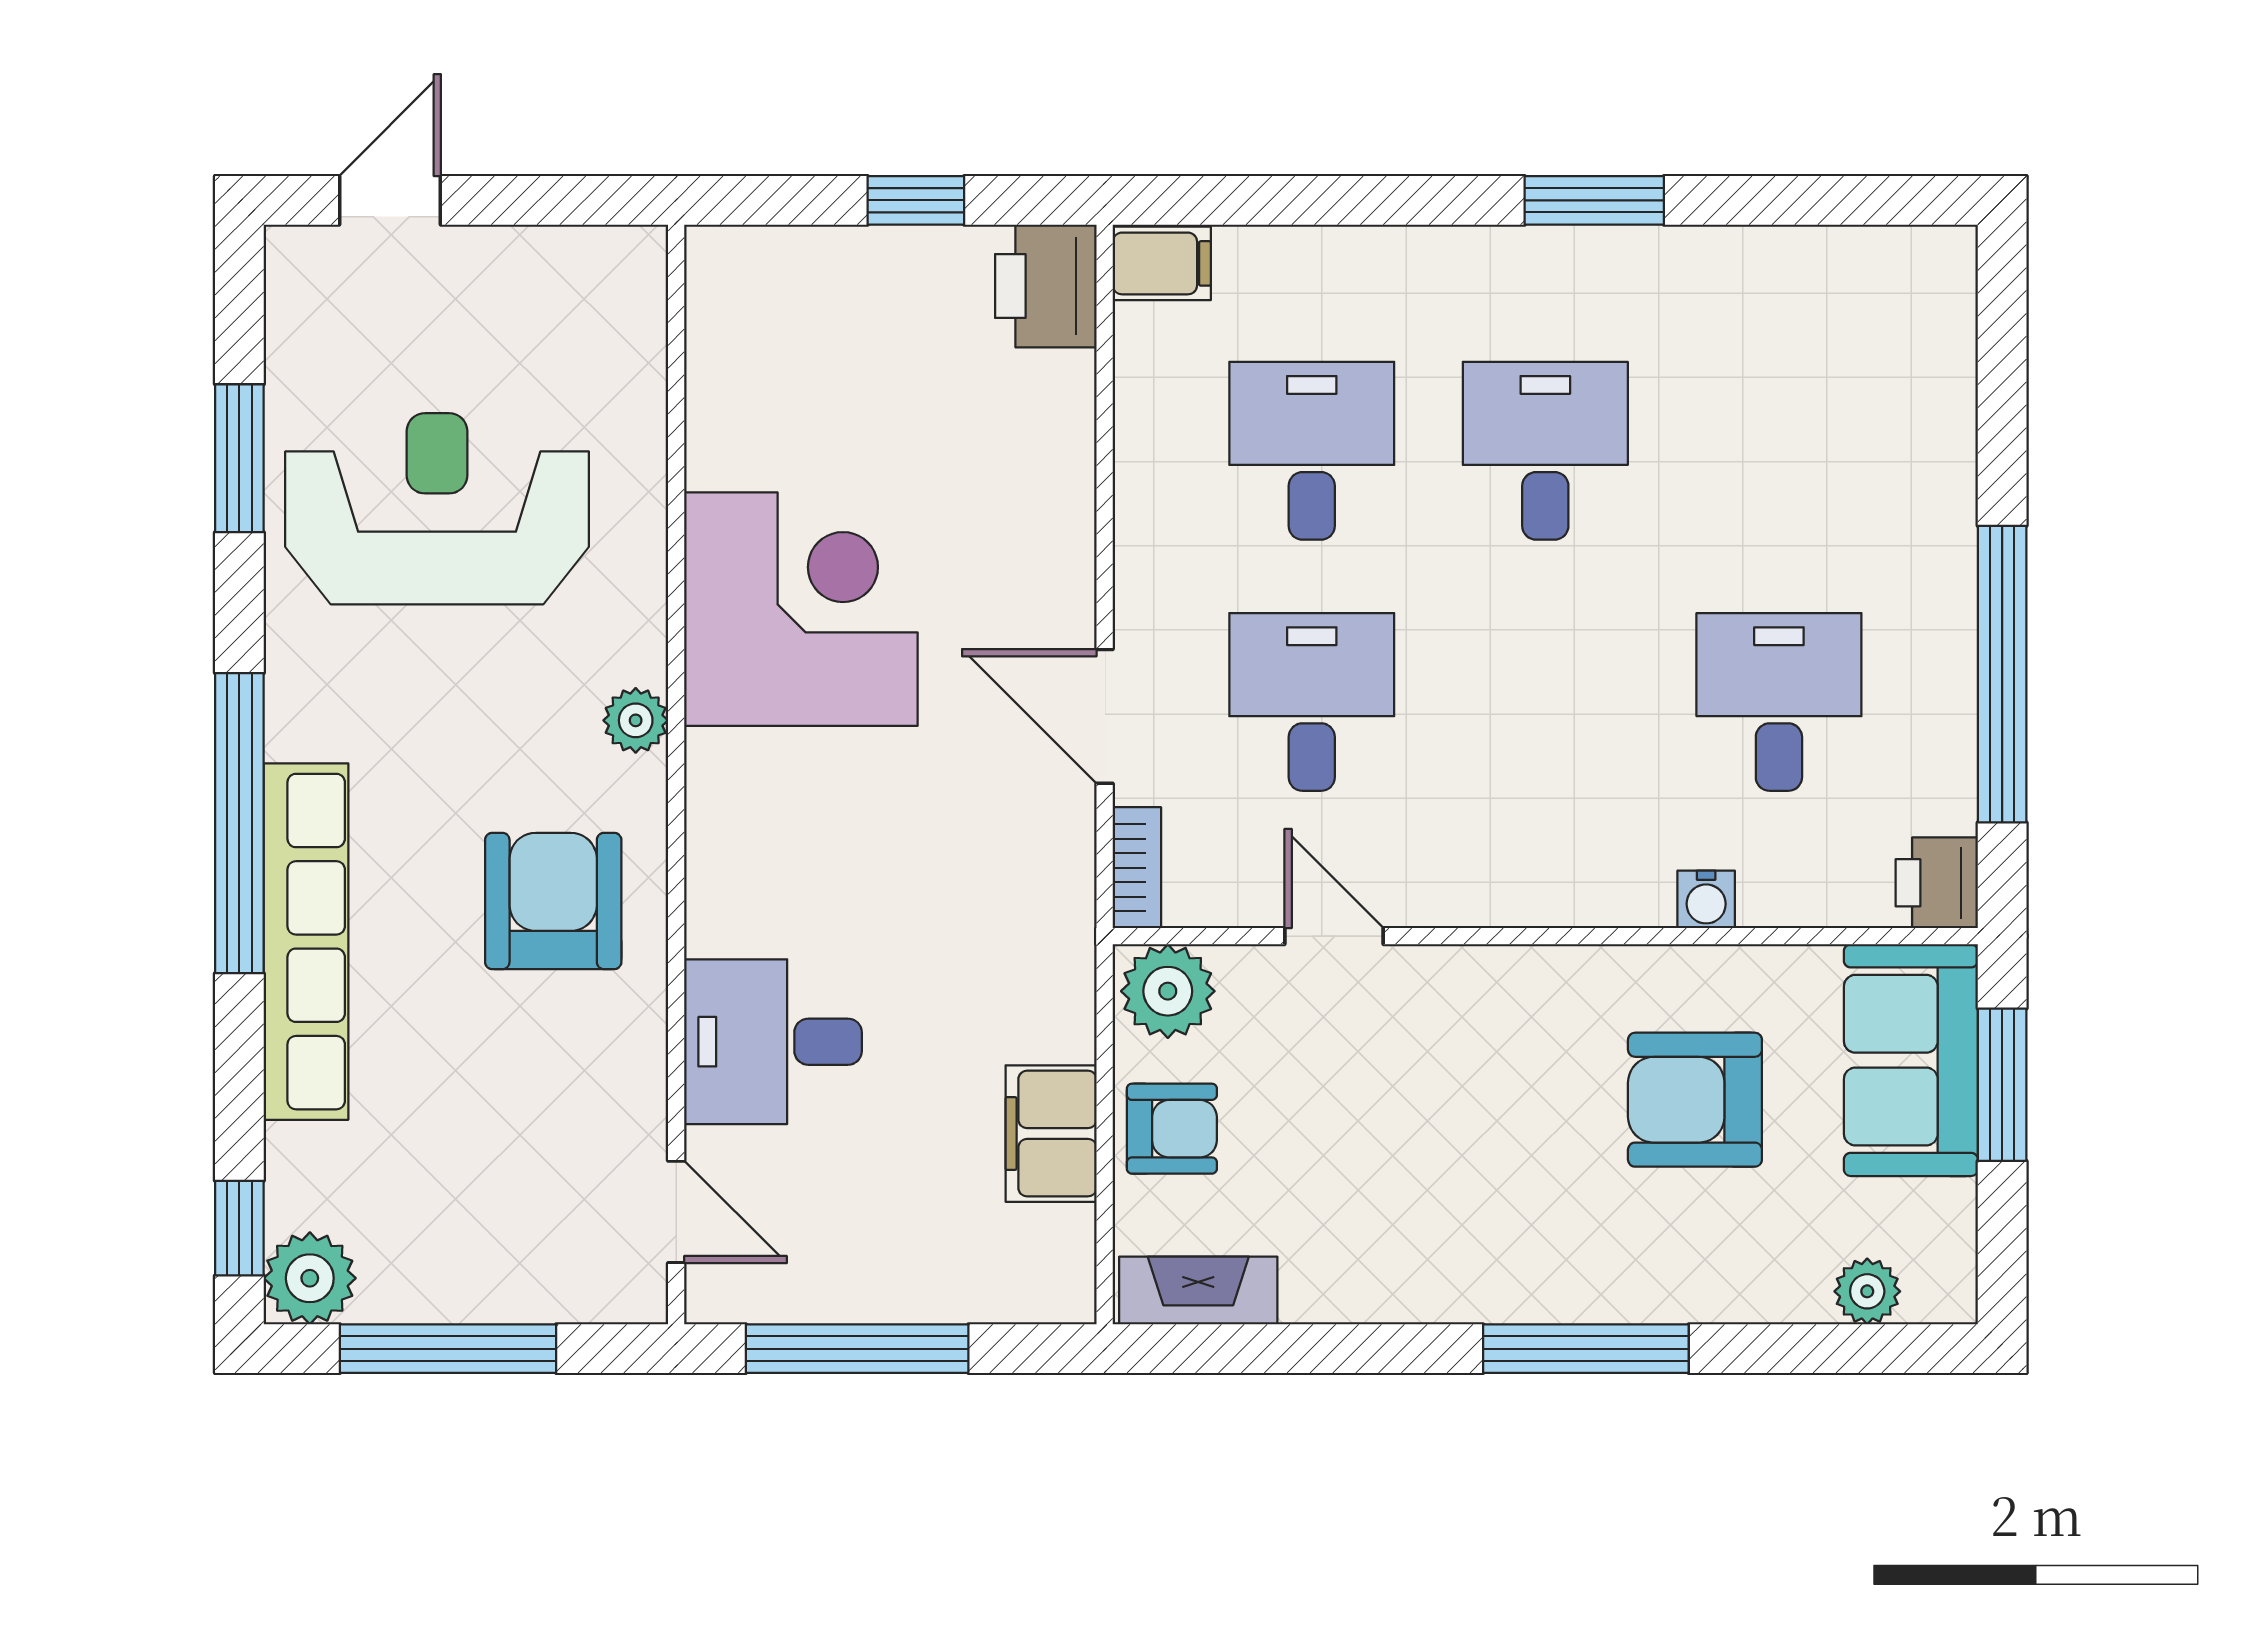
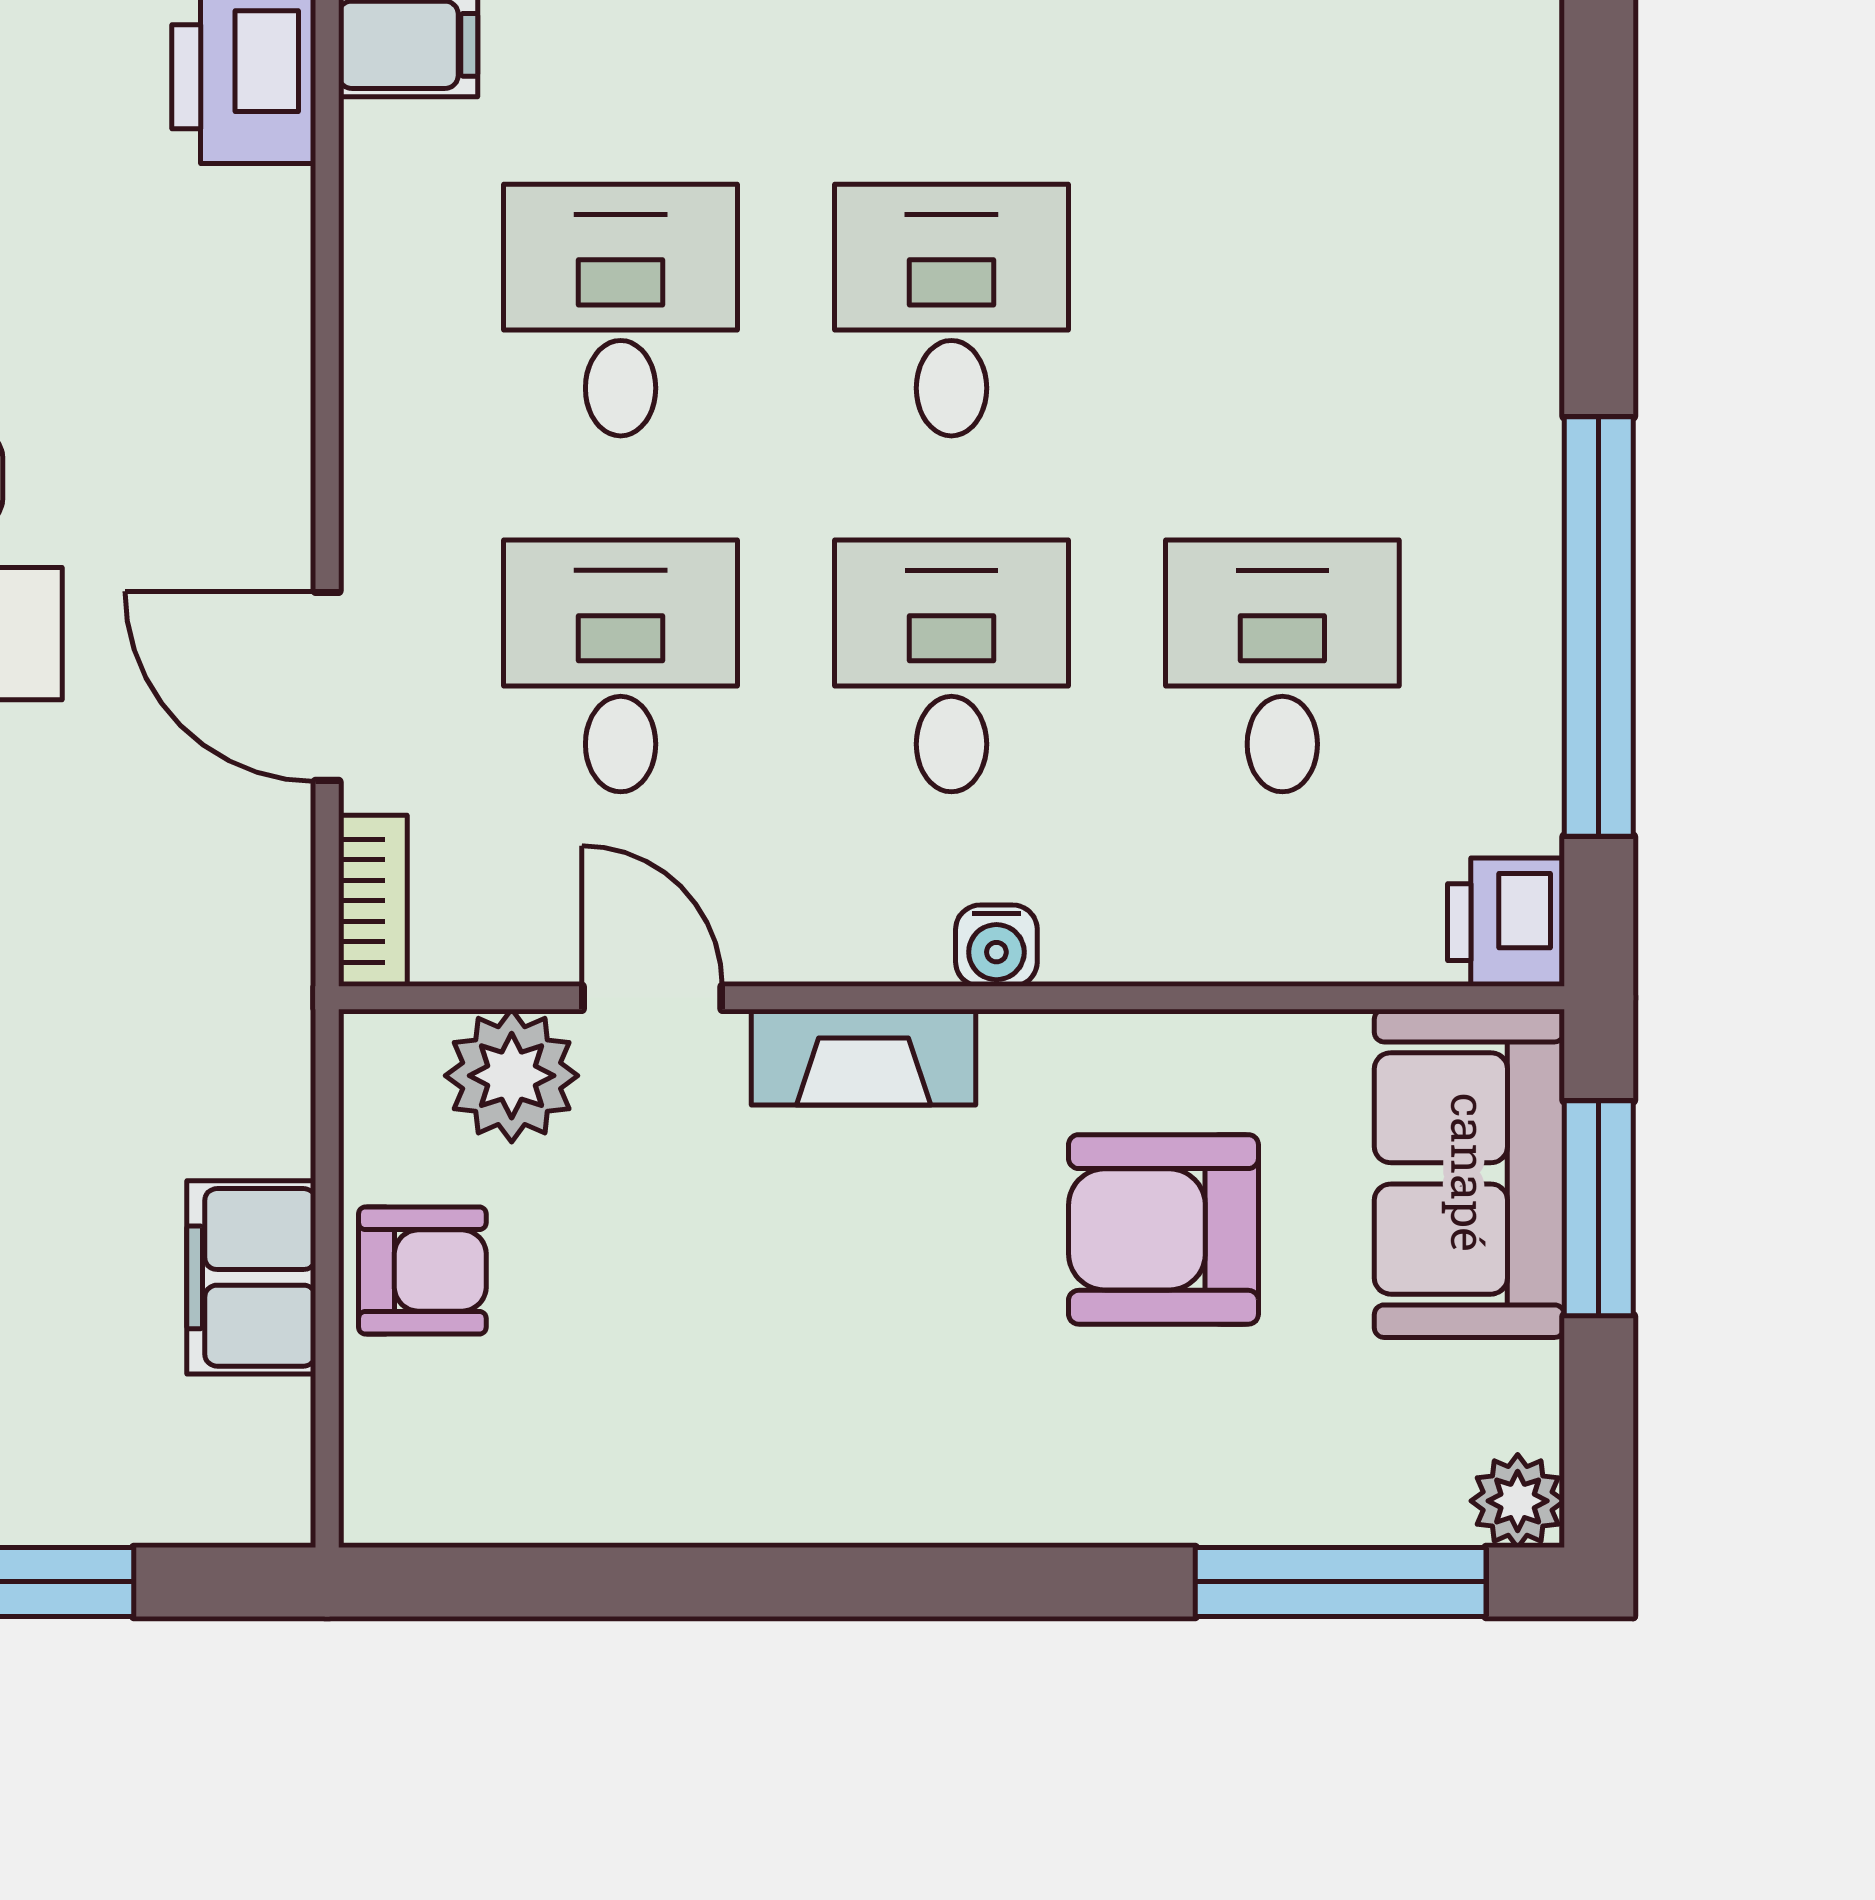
desk: (1545, 702) -> (951, 666), added
water cooler: (1706, 899) -> (996, 946), moved
plant: (1168, 991) -> (512, 1076), moved
fireplace: (1198, 1290) -> (864, 1057), moved, turned 180
plant: (1867, 1291) -> (1518, 1501), moved
window: (1586, 1349) -> (1341, 1582), moved

